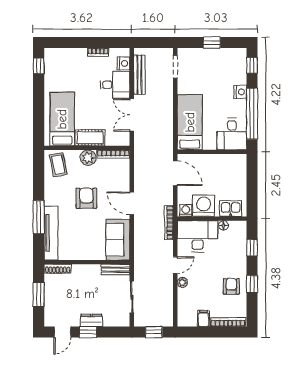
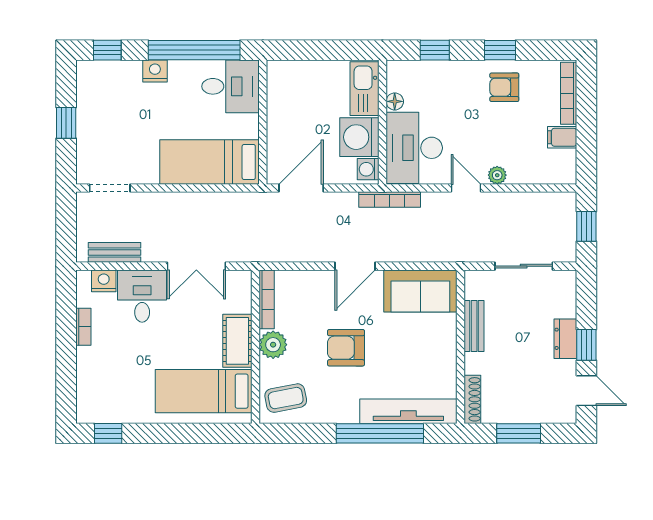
bench: (139, 75) -> (114, 252), width x0.73
kitchen sink: (231, 209) -> (364, 89), width x1.38
window: (39, 217) -> (380, 433), width x1.46
bench: (115, 270) -> (474, 326), moved

